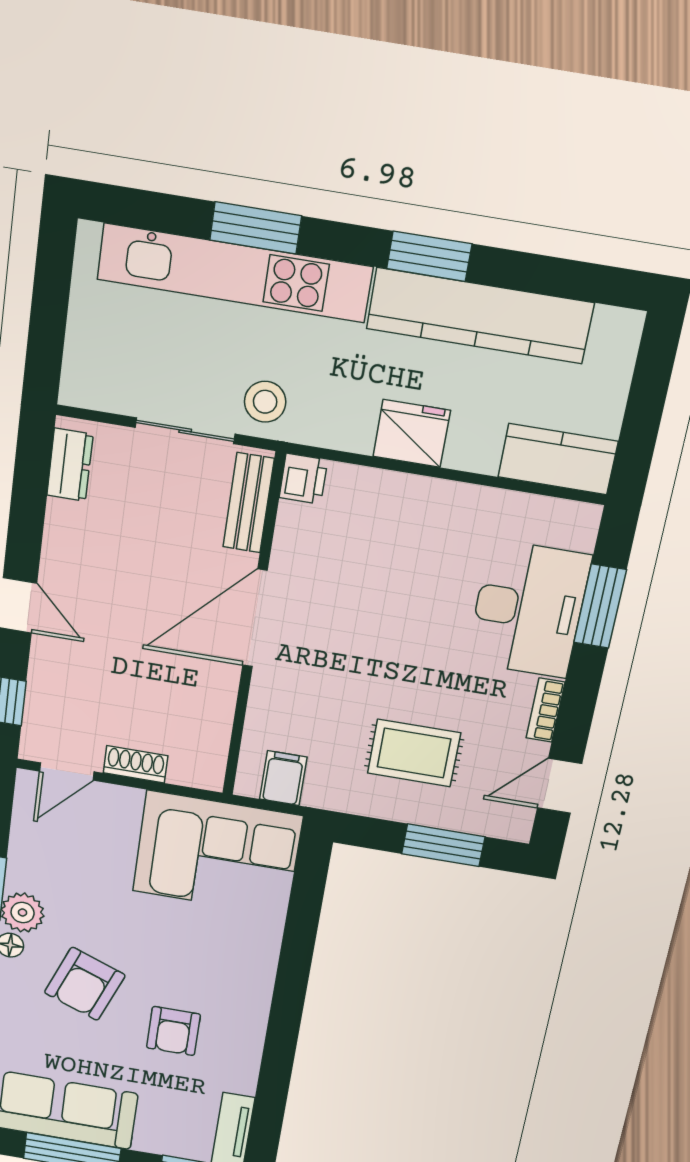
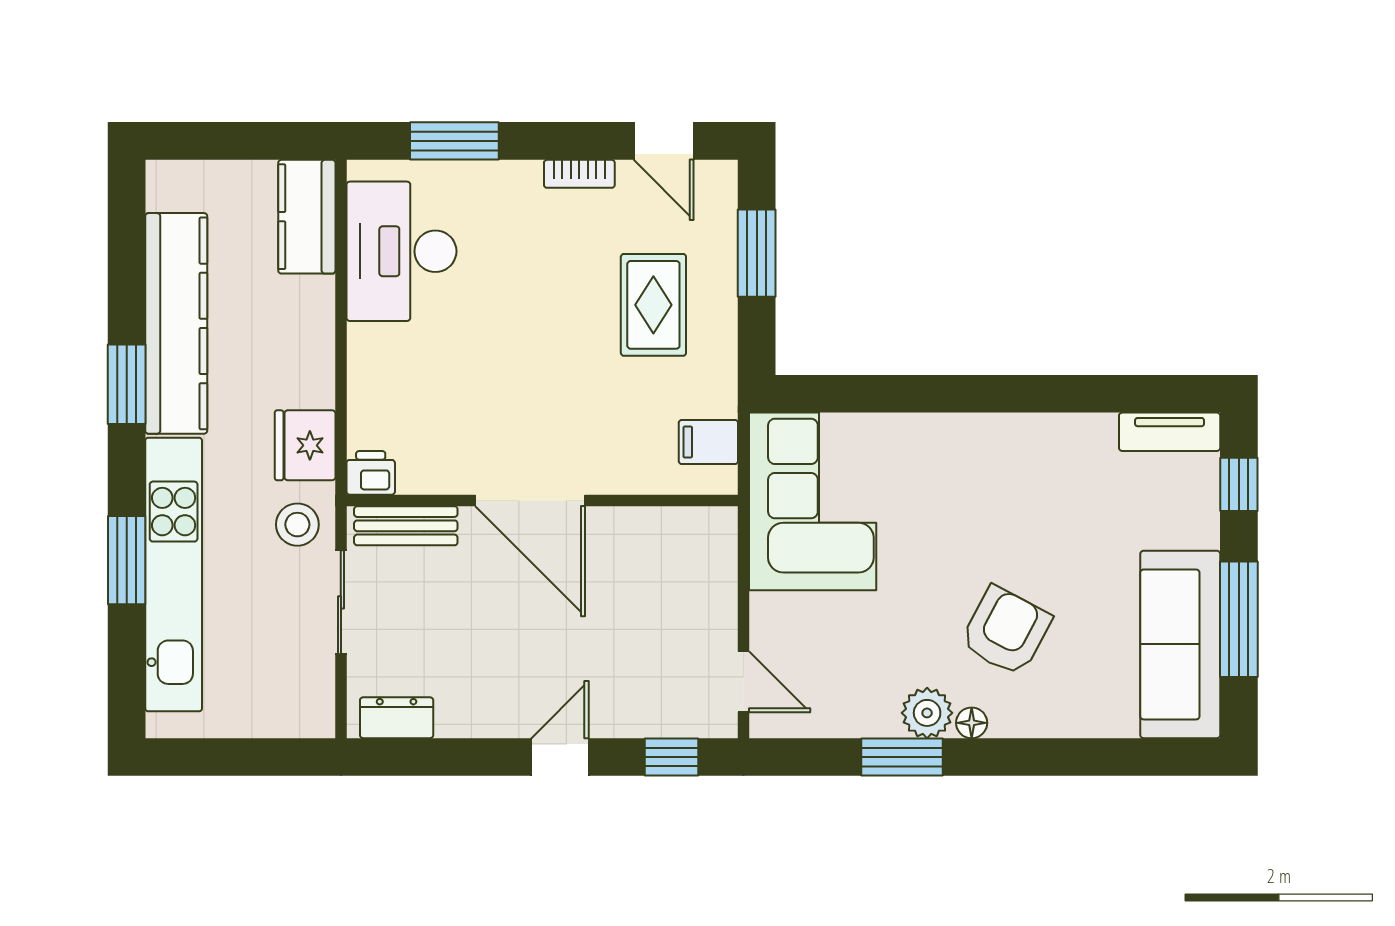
fridge: (412, 433) -> (305, 445), moved
desk: (528, 609) -> (401, 251), moved, turned -90
shoe rack: (136, 764) -> (721, 607), removed
armchair: (85, 984) -> (1006, 631), turned -83
armchair: (173, 1031) -> (1048, 520), removed

